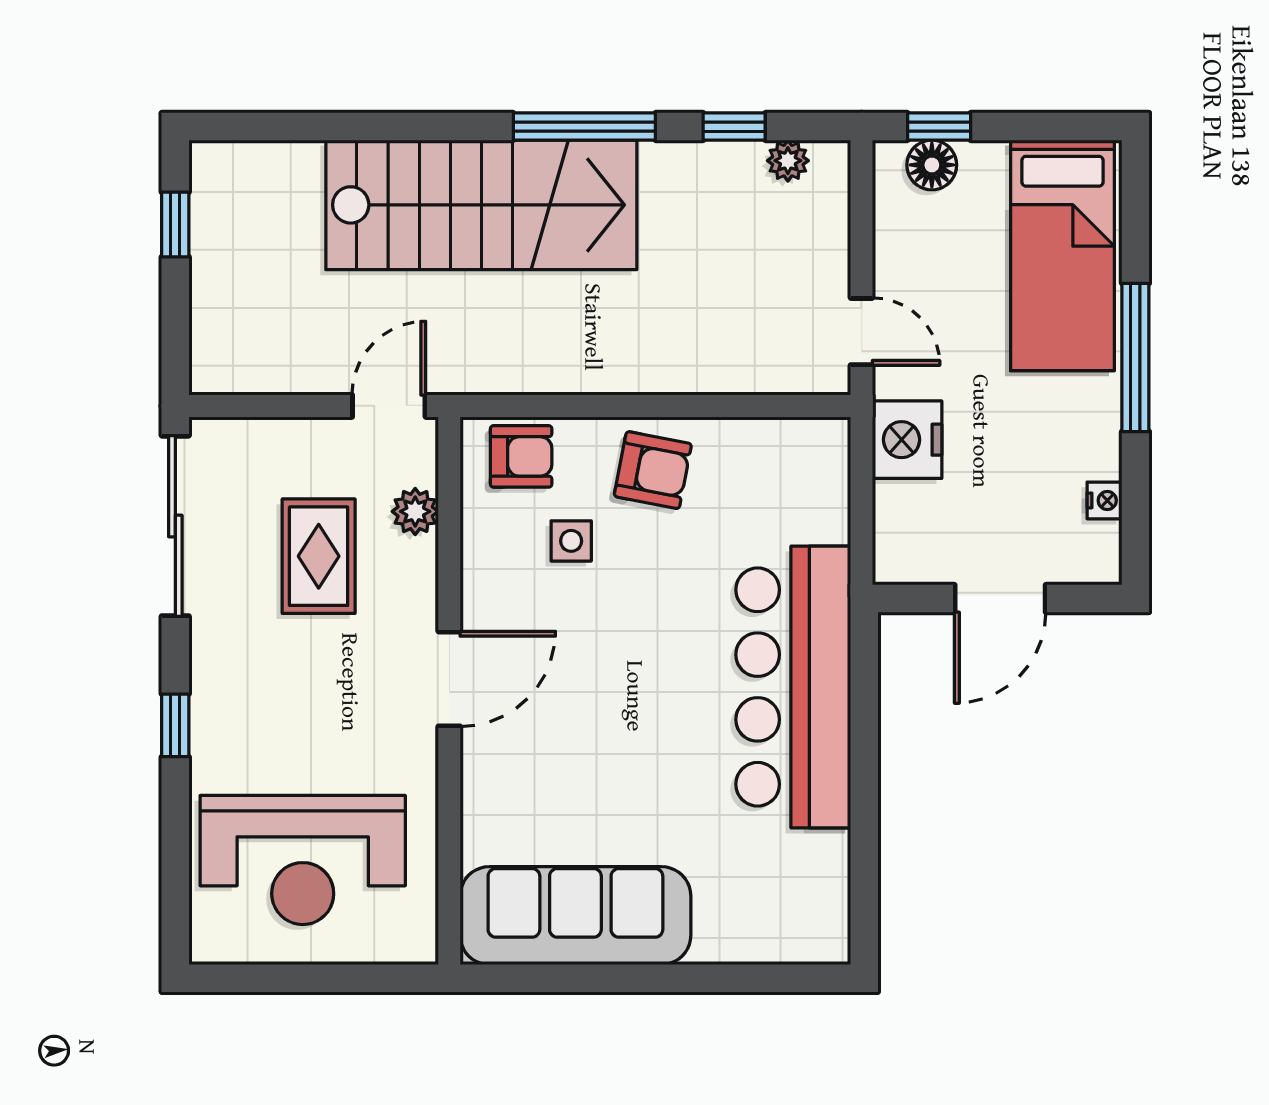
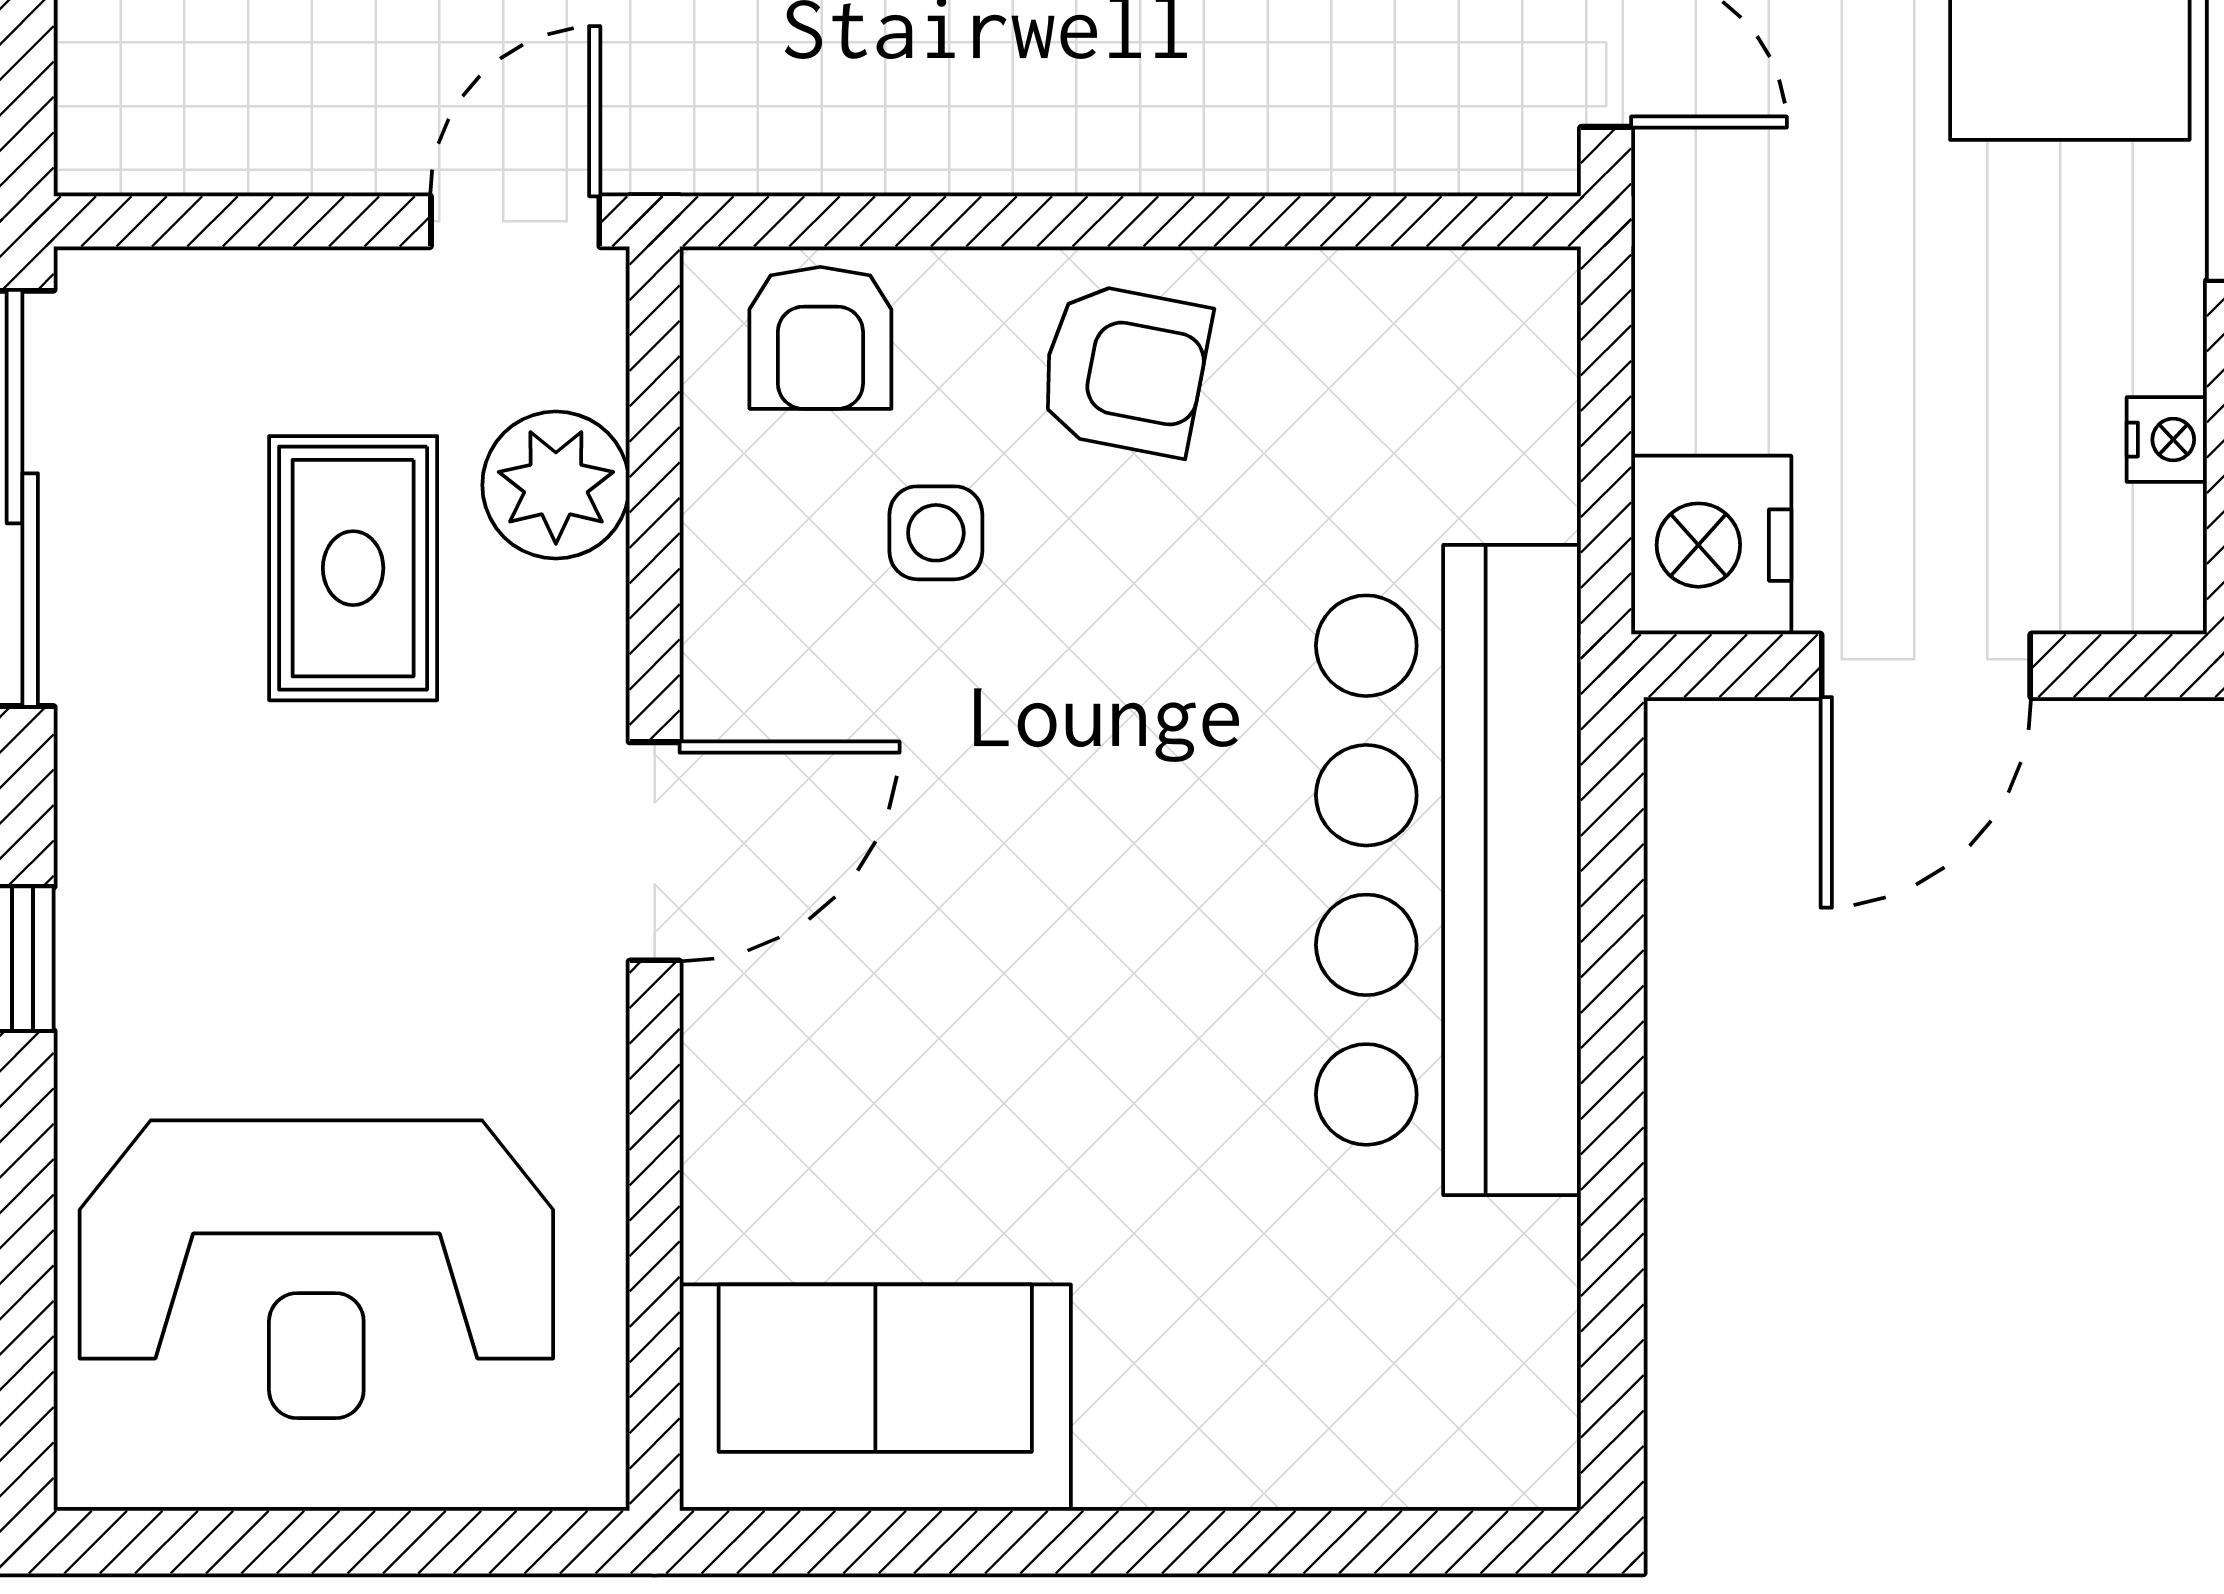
nightstand: (907, 440) -> (1711, 545), moved
armchair: (521, 456) -> (820, 338), turned 90
plant: (415, 511) -> (556, 485), width x1.38, depth x1.38
sofa: (575, 916) -> (875, 1398), width x0.73

